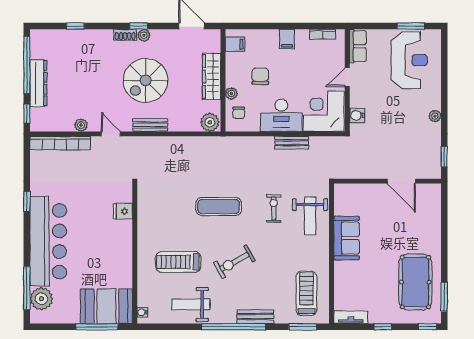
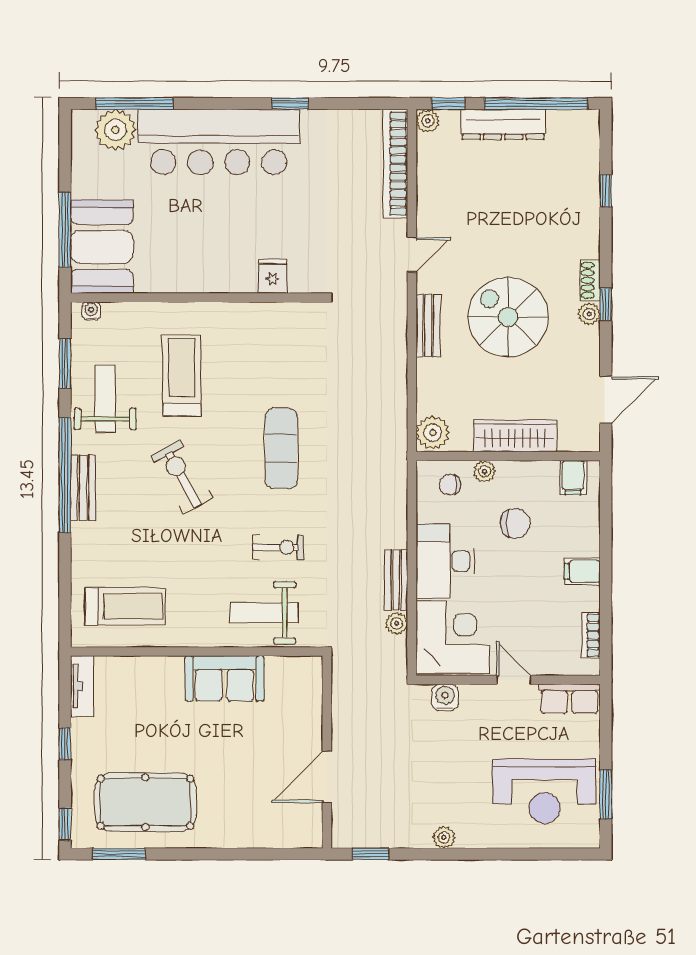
plant: (81, 125) -> (428, 121), moved
plant: (316, 142) -> (397, 623), added
bench: (255, 317) -> (83, 488), moved
window: (303, 327) -> (65, 363), moved

